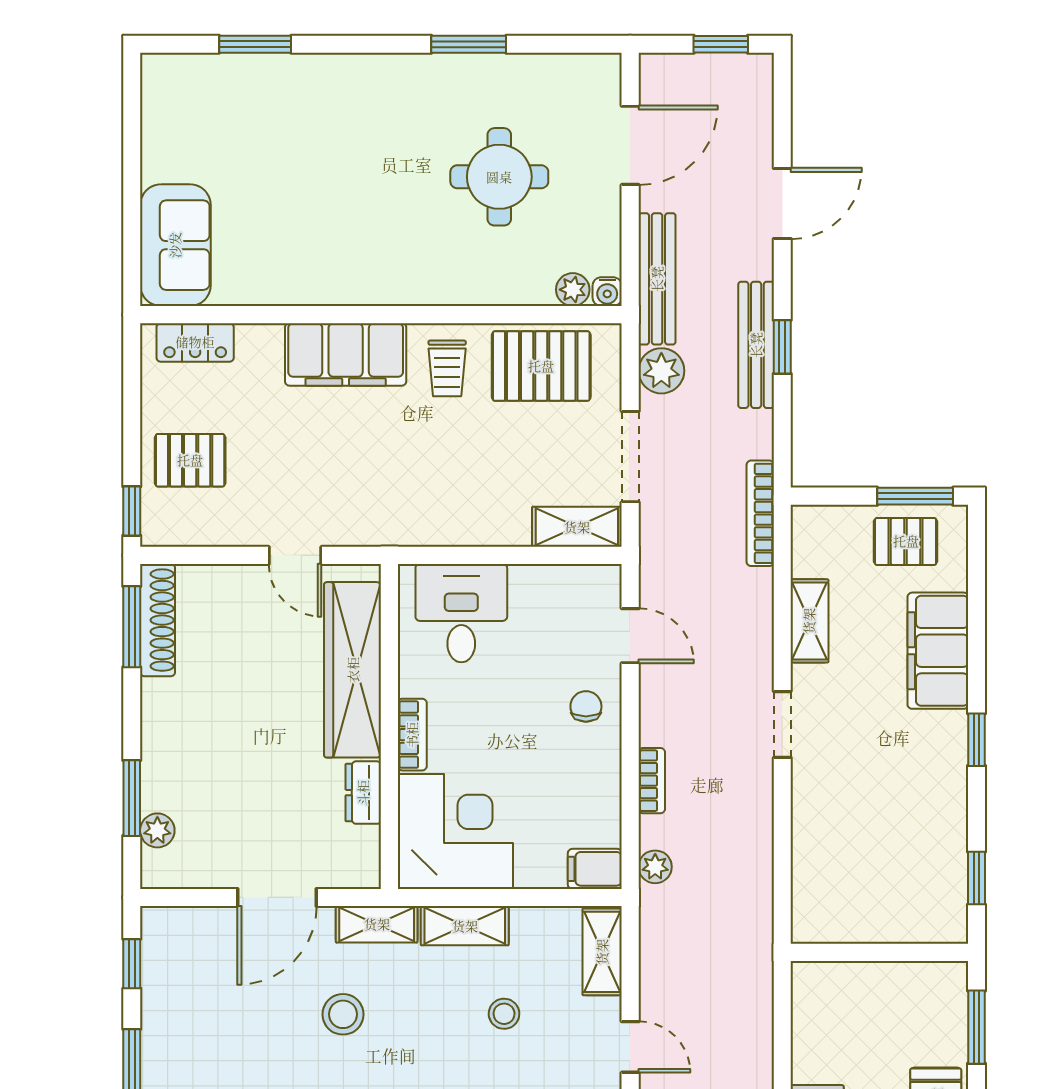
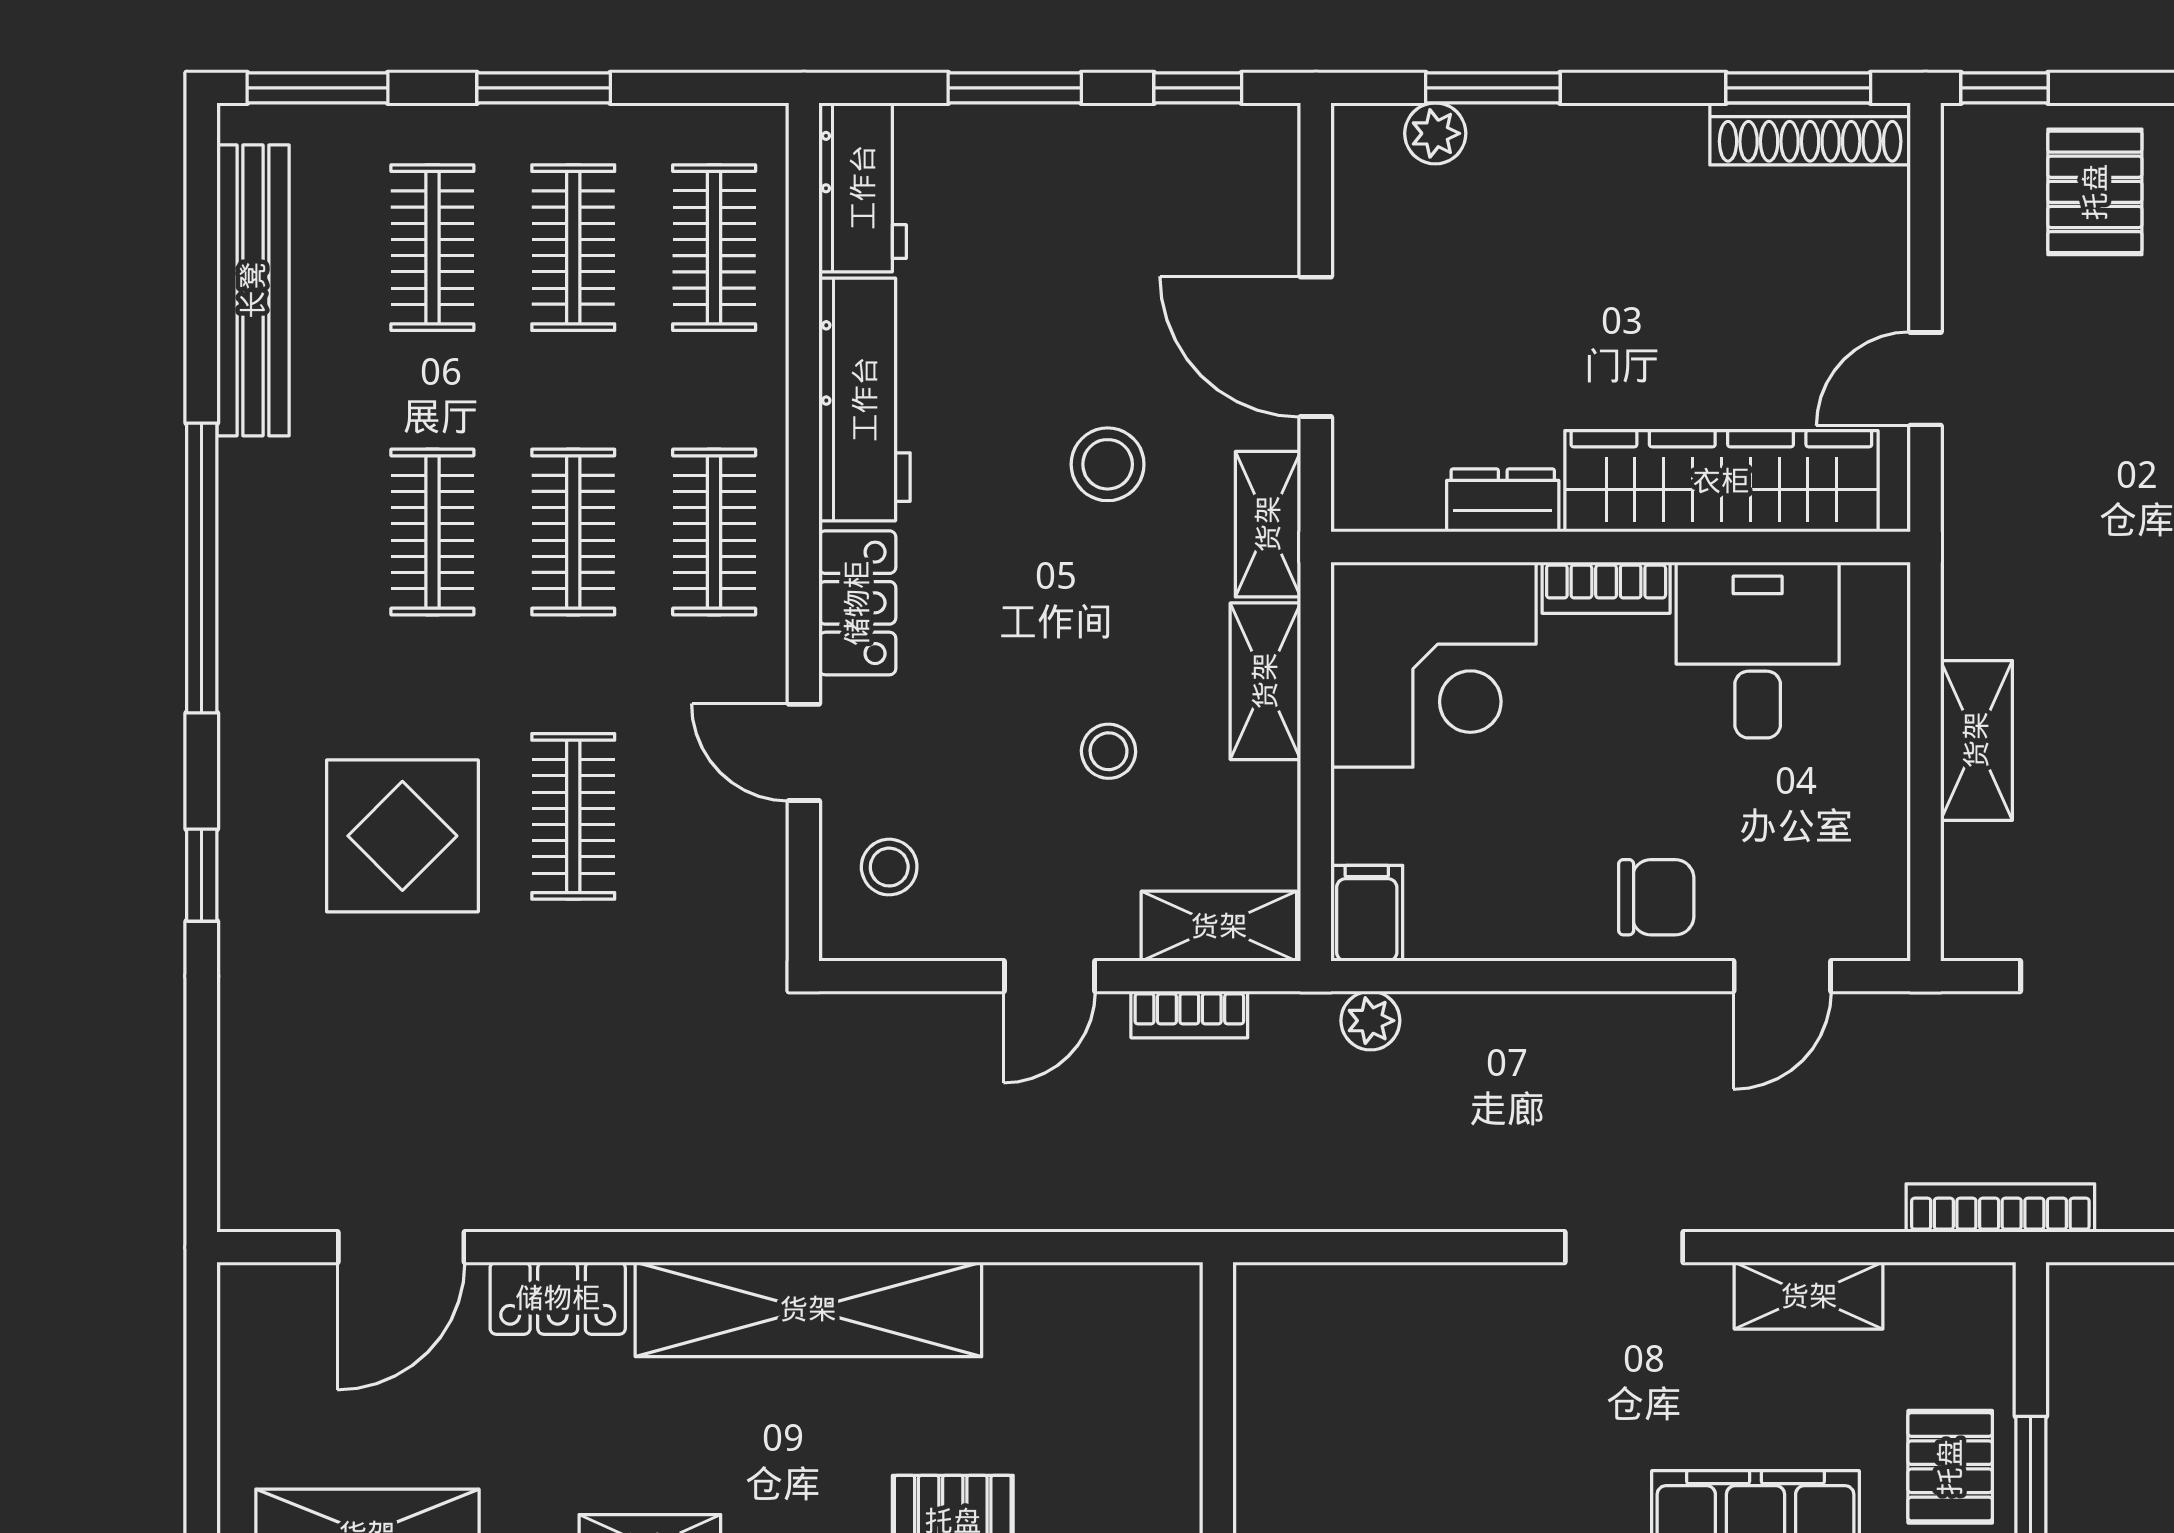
shelving: (577, 527) -> (1976, 740), moved
desk: (461, 613) -> (1758, 650), moved, turned -90
chair: (586, 706) -> (1656, 897), width x1.37, depth x1.37
bookcase: (652, 781) -> (1189, 1014), moved

